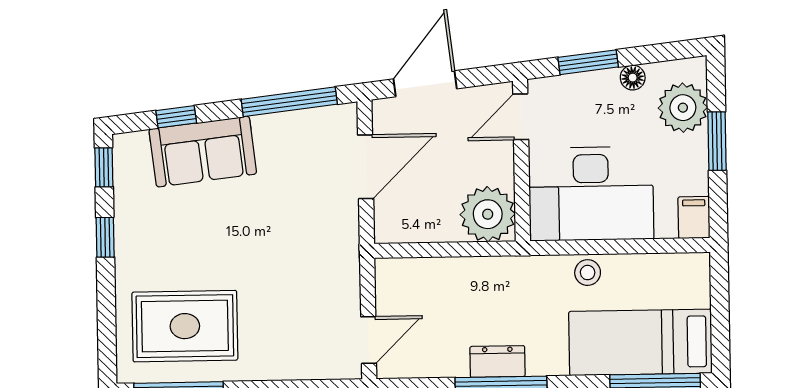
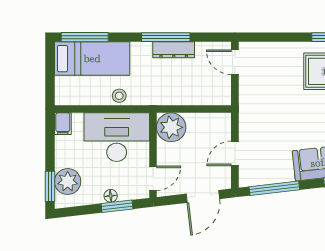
floor lamp: (633, 78) -> (111, 196), moved
window: (717, 141) -> (50, 186), moved
door: (366, 167) -> (235, 153), width x0.73
door: (369, 340) -> (235, 62), hinge flipped
dresser: (497, 361) -> (174, 50), width x1.44

